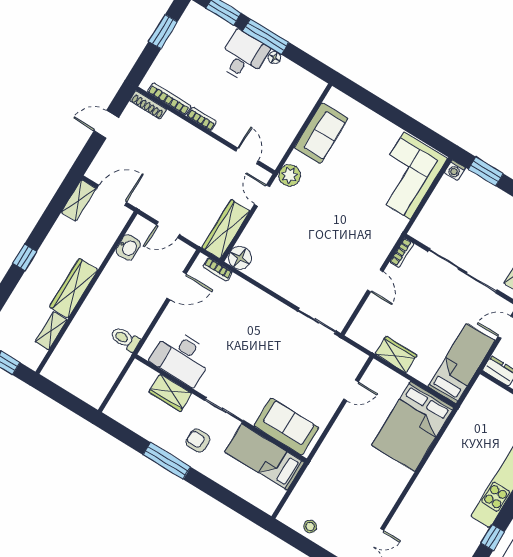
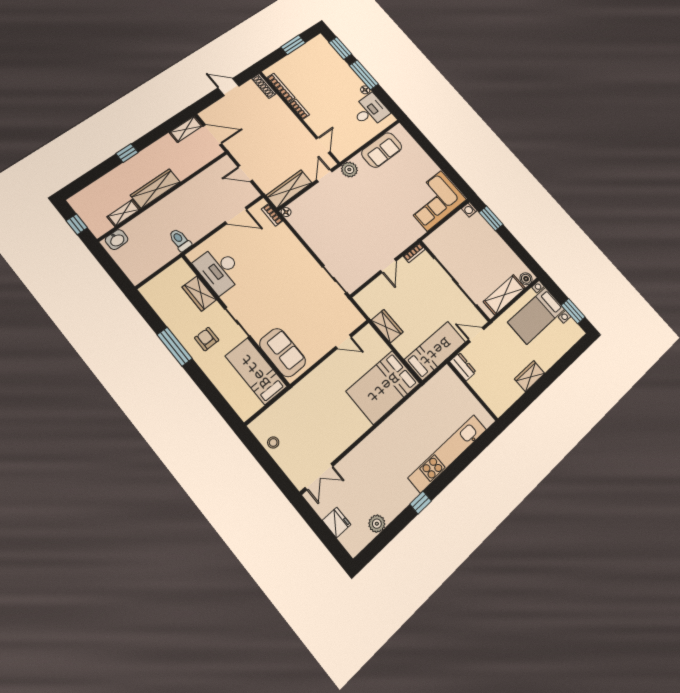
desk: (243, 56) -> (370, 111), moved
washbasin: (128, 247) -> (117, 240), moved
floor lamp: (240, 258) -> (286, 212), width x0.53, depth x0.53

